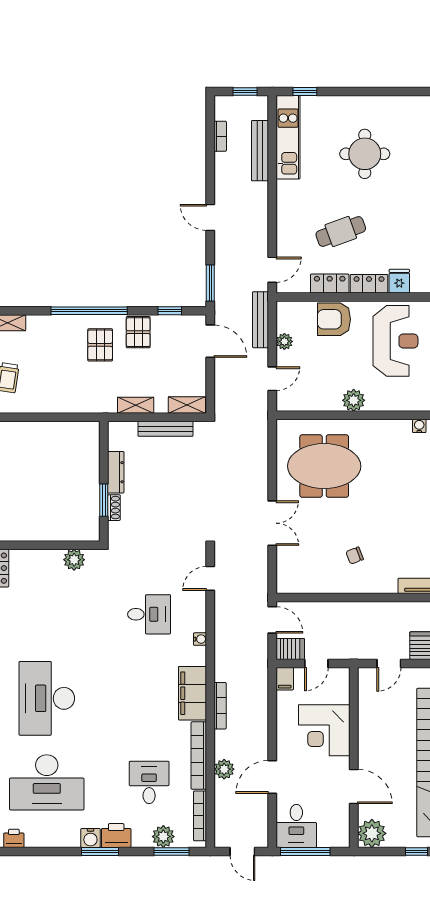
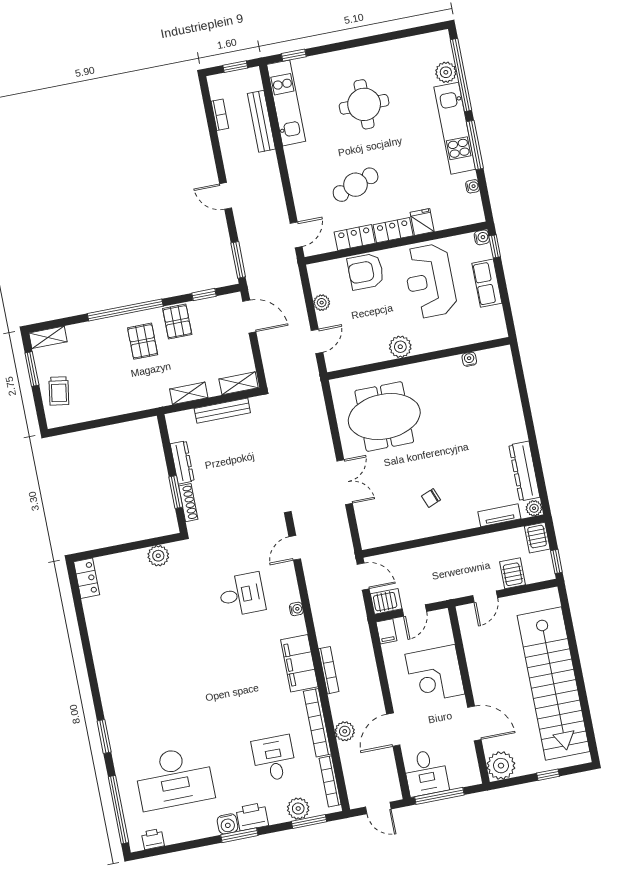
bench: (261, 320) -> (294, 286), removed
reception desk: (395, 341) -> (430, 281), turned 180
shoe rack: (114, 508) -> (188, 503), width x1.43
desk: (47, 698) -> (158, 696), removed

